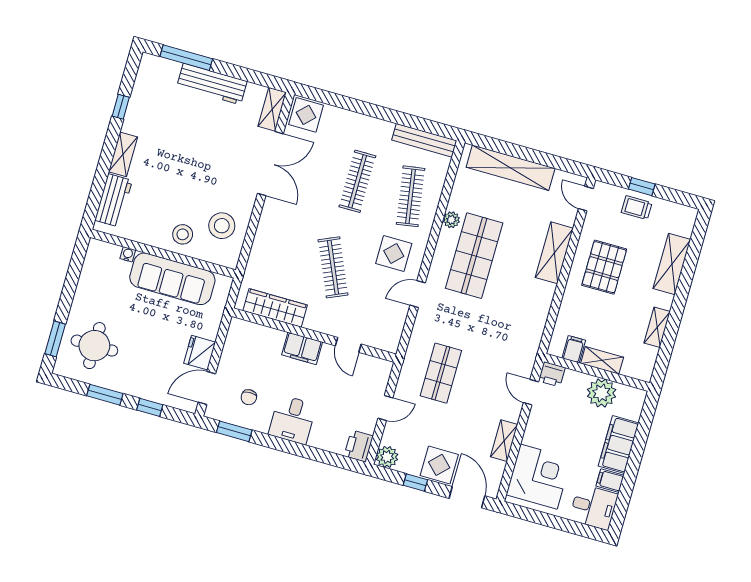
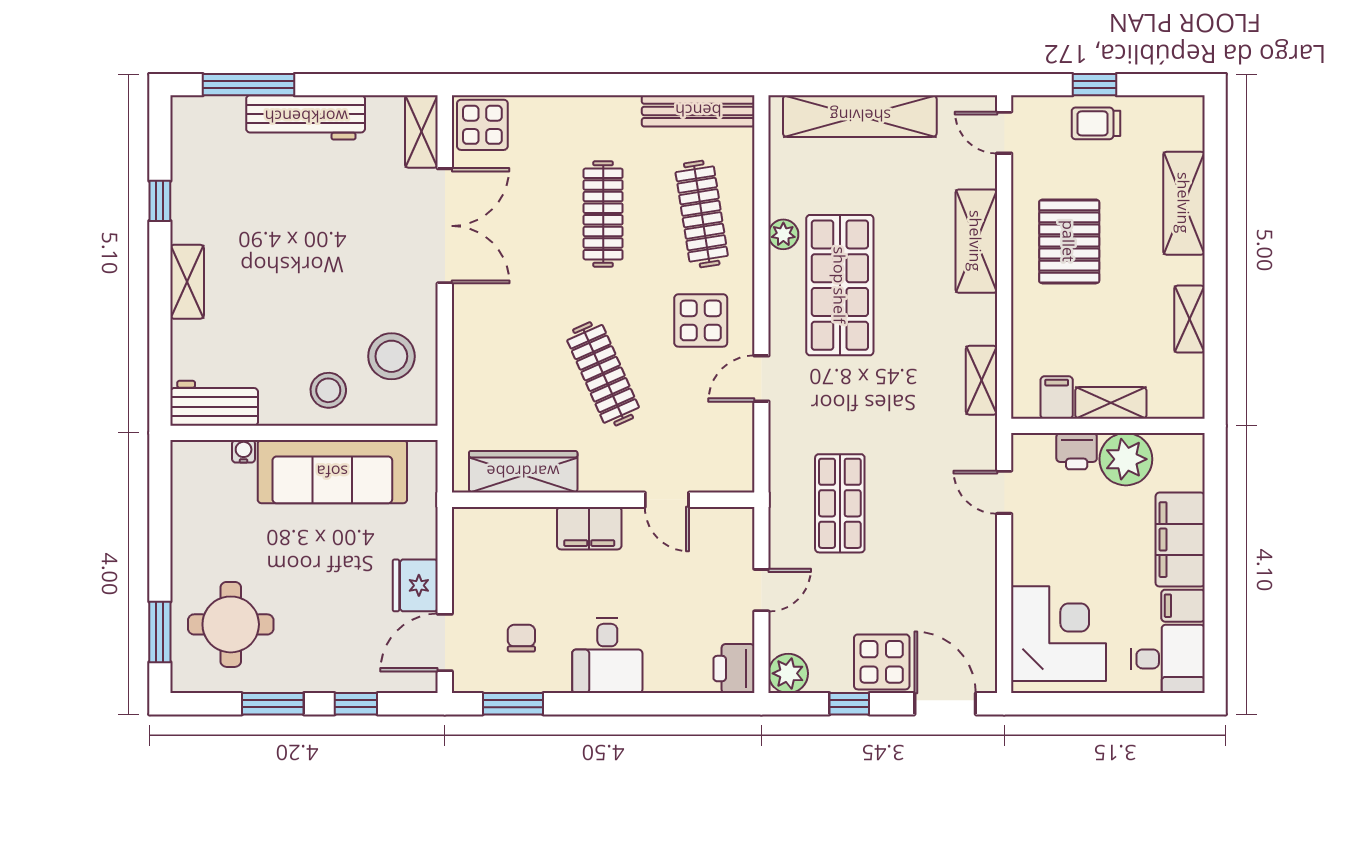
workbench: (114, 200) -> (214, 403), moved, turned -90
printer: (552, 374) -> (1077, 451), moved
chair: (249, 397) -> (521, 638), turned 180
shelving: (504, 441) -> (982, 380), moved

